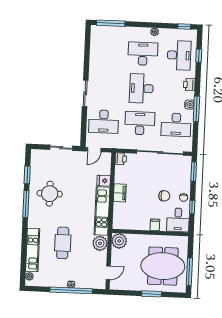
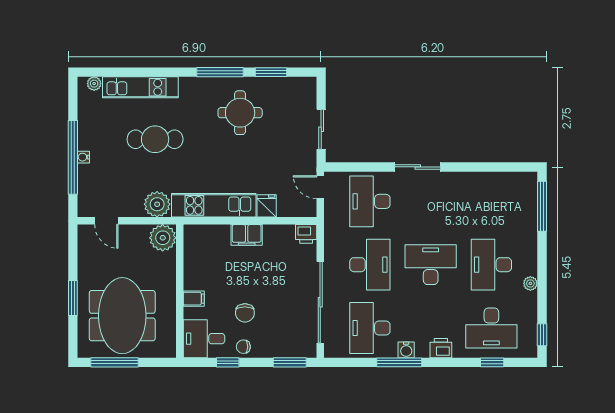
desk: (143, 54) -> (491, 265), turned 180

